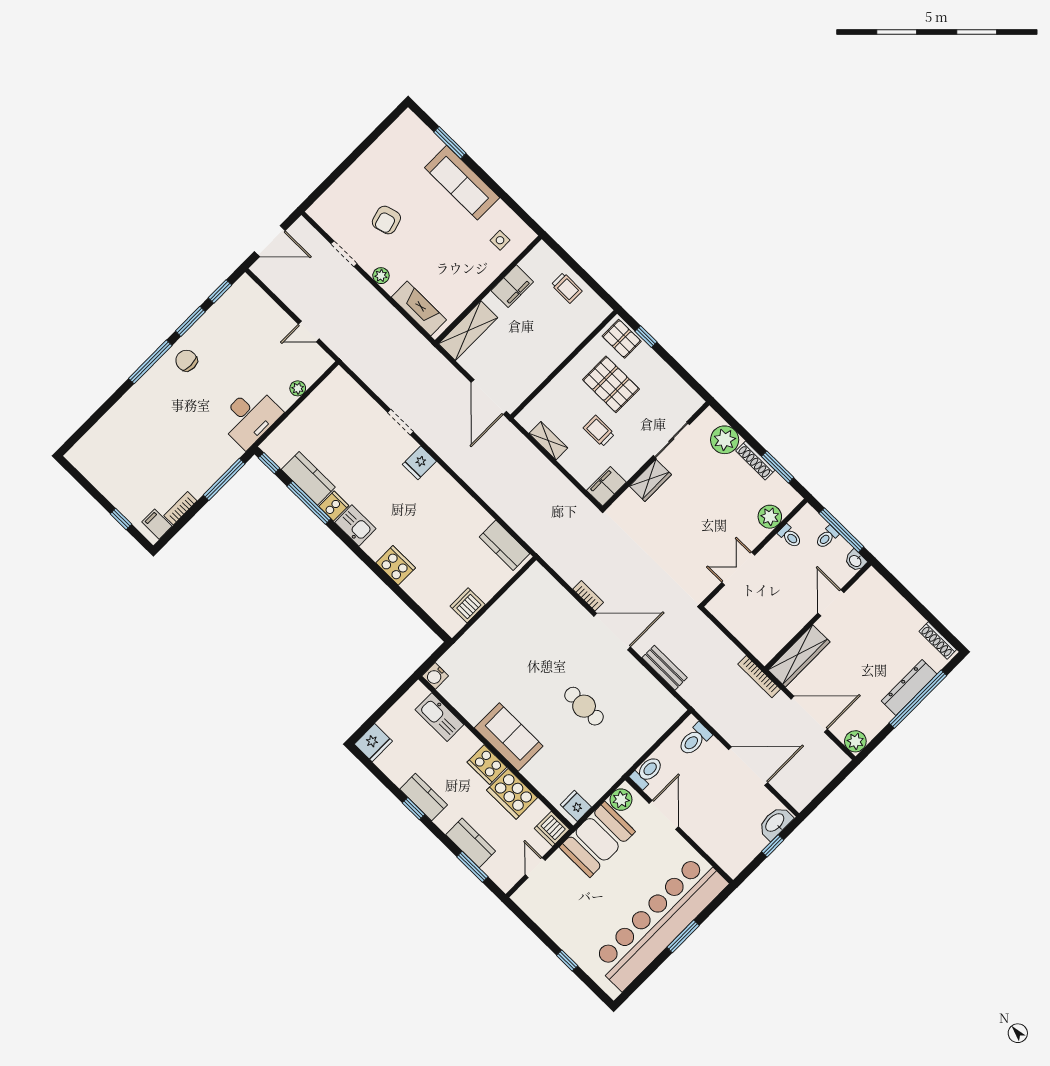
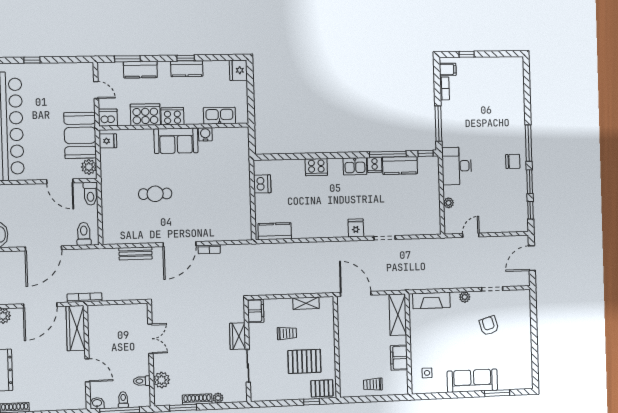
plant: (725, 440) -> (218, 398), width x0.53, depth x0.53
water cooler: (435, 676) -> (205, 134), moved

